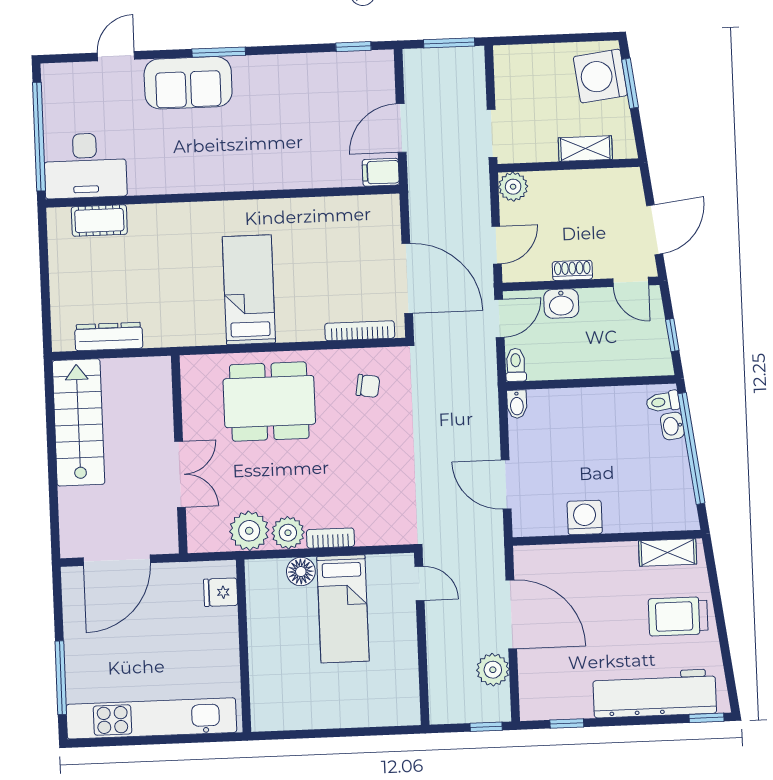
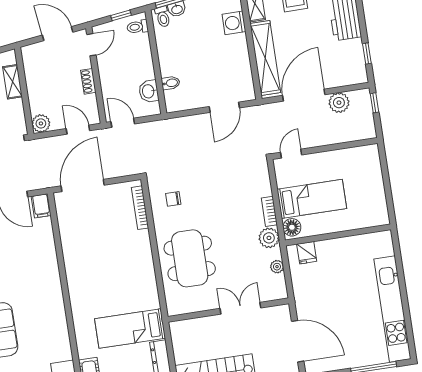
door: (407, 278) -> (83, 186), moved
bed: (249, 290) -> (130, 329), moved
washbasin: (561, 304) -> (149, 91), moved, turned 180
toilet: (516, 365) -> (138, 27), moved
chair: (368, 386) -> (173, 199), turned -99
bidet: (517, 404) -> (171, 83), moved
washing machine: (585, 517) -> (234, 23), moved
plant: (249, 531) -> (277, 267), width x0.53, depth x0.53
shelving: (578, 559) -> (265, 58), added
fridge: (221, 592) -> (307, 253), moved
wall: (244, 646) -> (338, 235), moved

